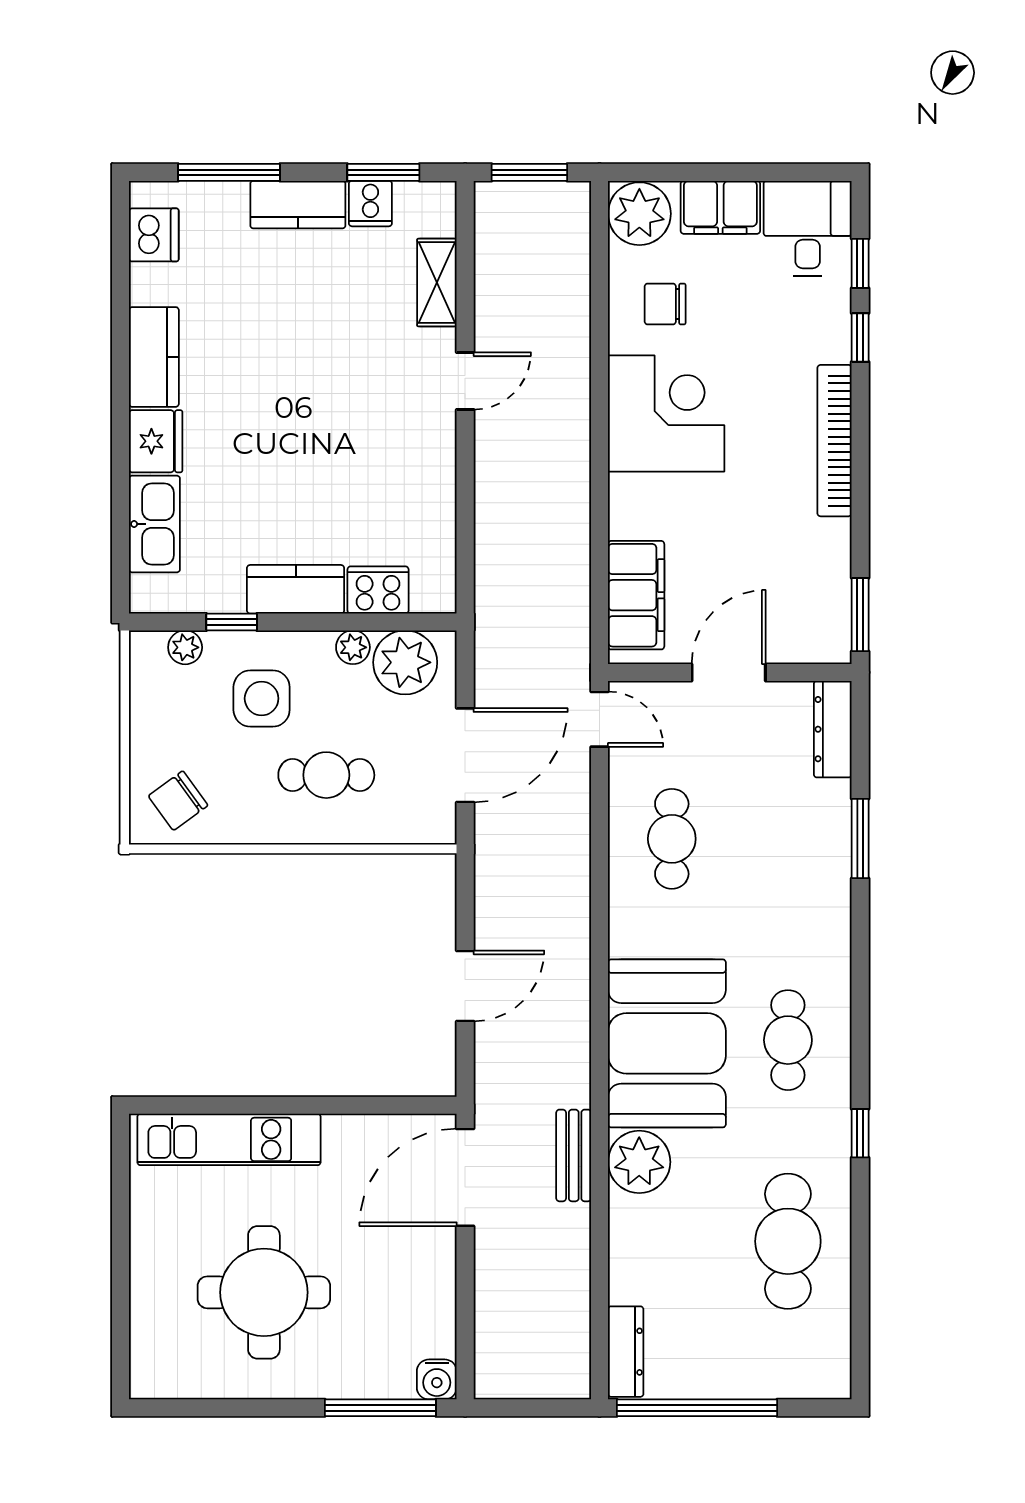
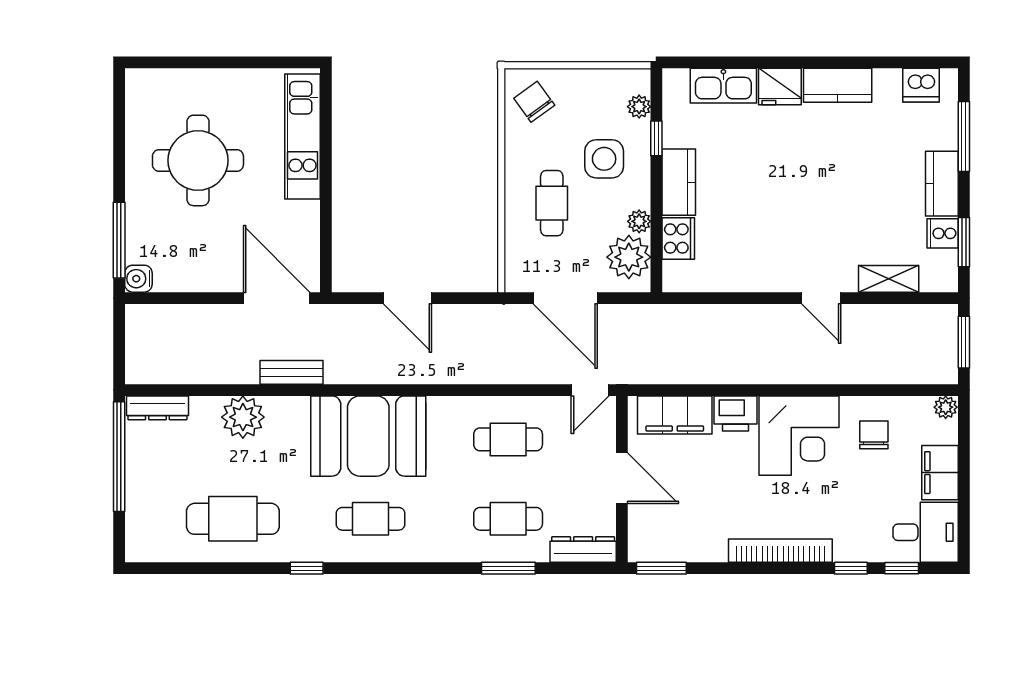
plant: (639, 214) -> (946, 407), width x0.53, depth x0.53
printer: (634, 506) -> (736, 413), added
cafe table: (788, 839) -> (508, 519), added
plant: (639, 1162) -> (243, 417), moved

